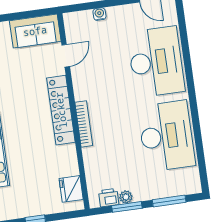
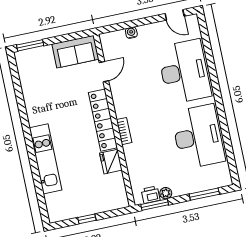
bookcase: (84, 124) -> (124, 131), width x0.64
fridge: (71, 189) -> (111, 162), moved
window: (127, 207) -> (155, 205), moved

